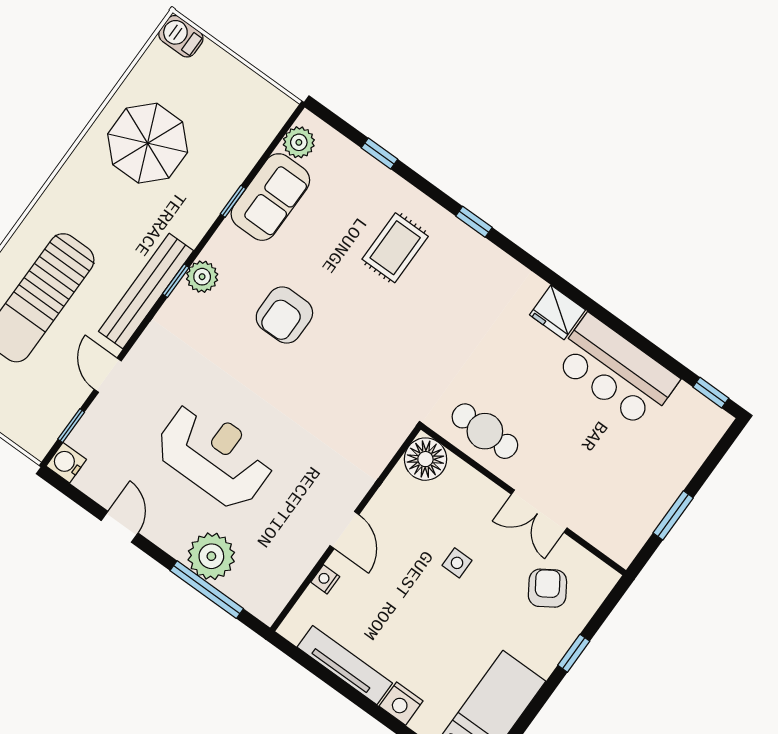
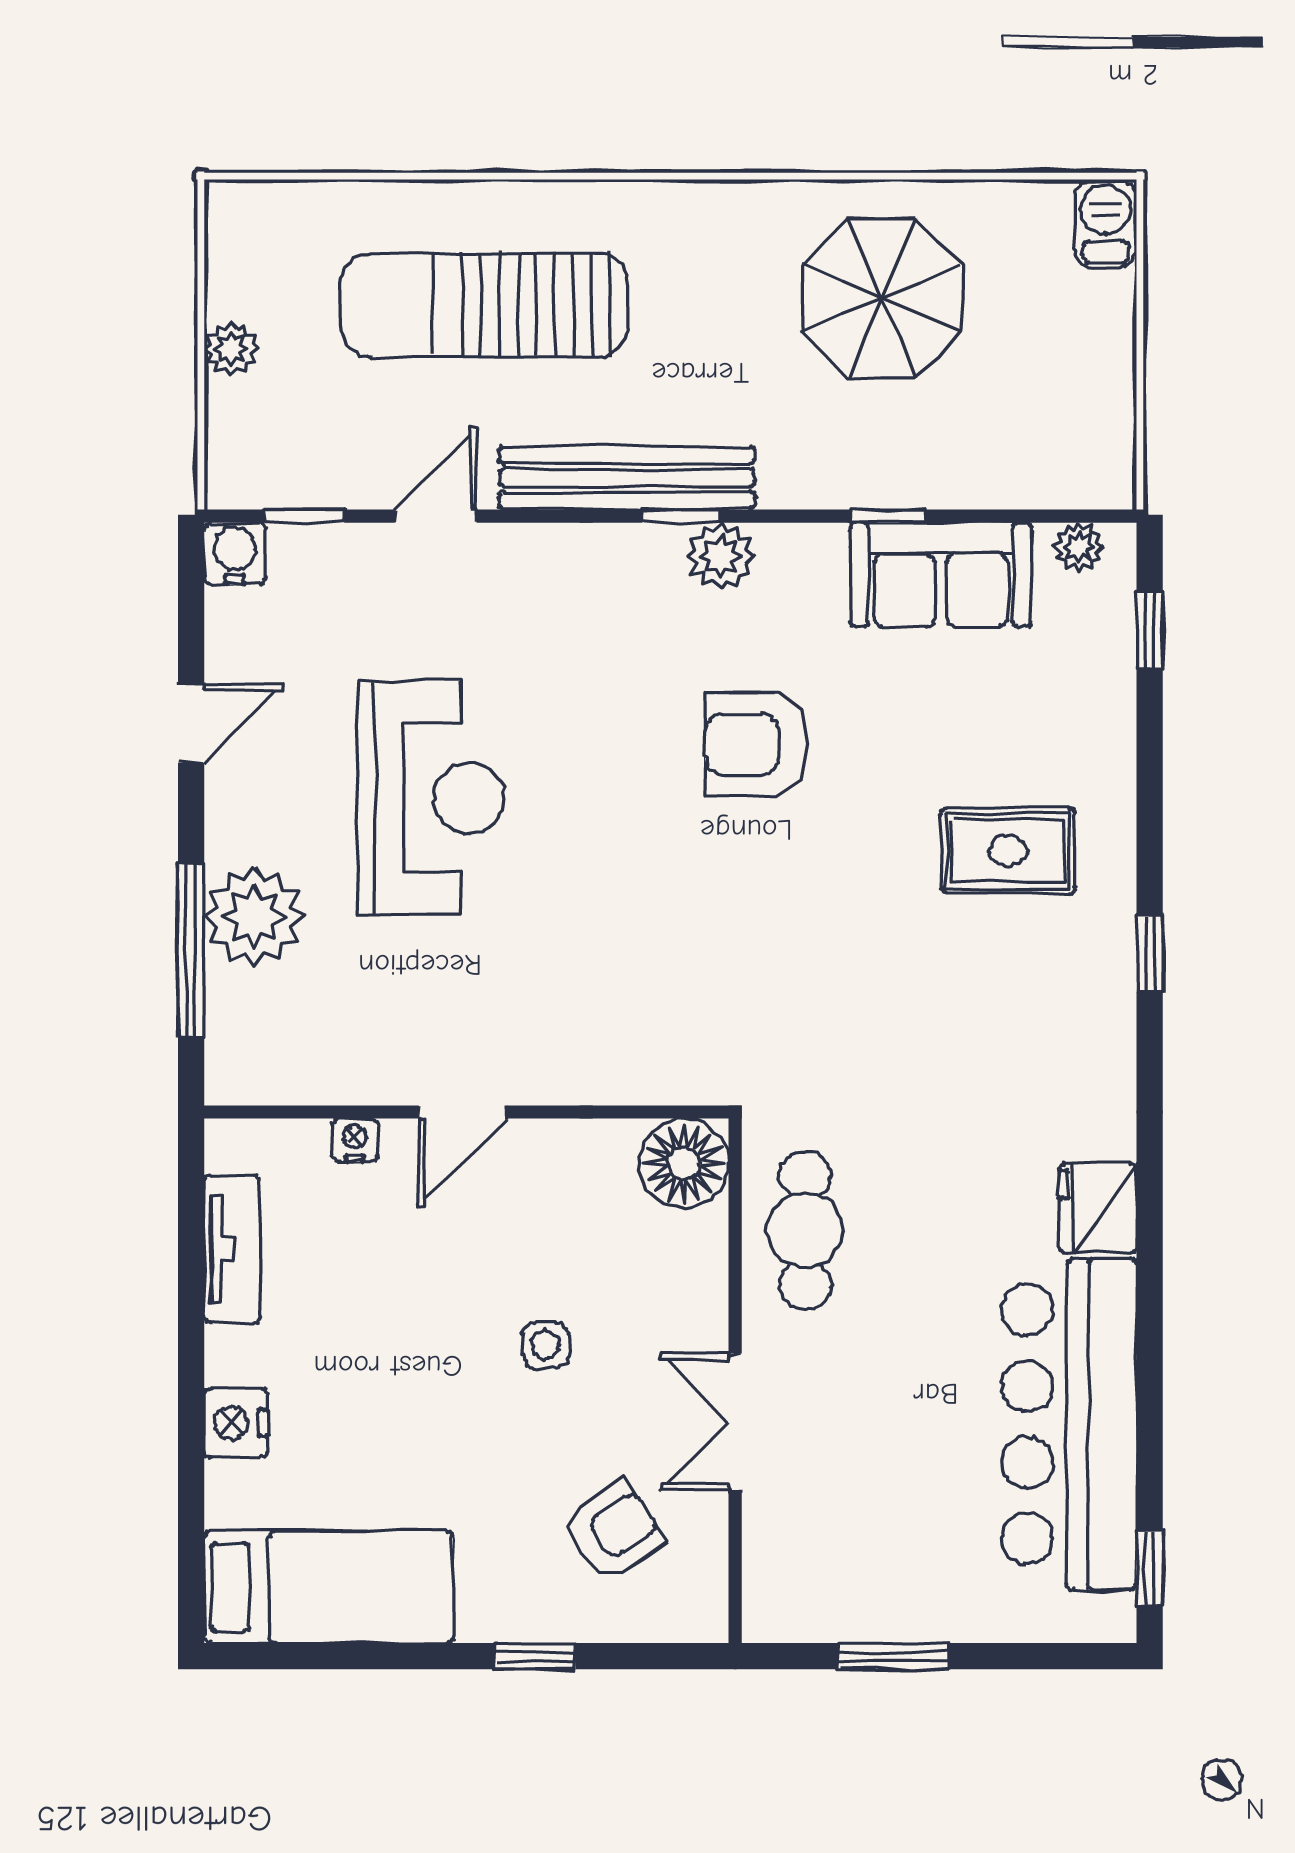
plant: (299, 142) -> (1079, 547), width x0.73, depth x0.73
window: (379, 154) -> (1150, 630), moved
bar counter: (616, 371) -> (1069, 1424), width x1.36
tv unit: (345, 665) -> (232, 1249), width x0.71

